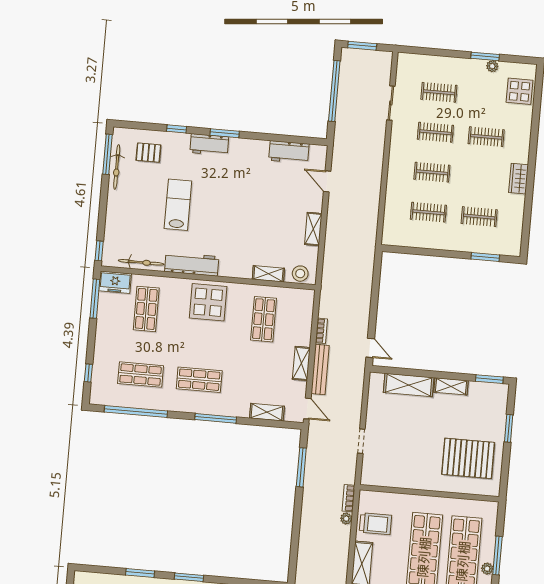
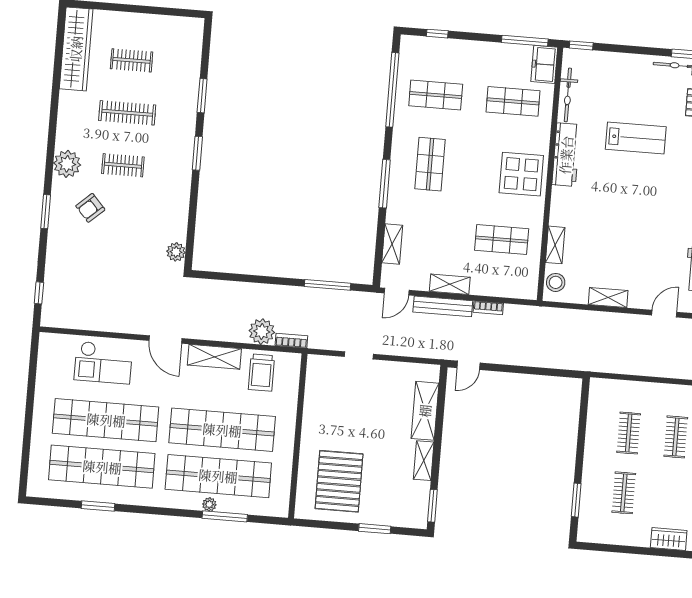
shop shelf: (141, 375) -> (436, 95), turned 90
plant: (346, 519) -> (262, 332), width x1.88, depth x1.88

